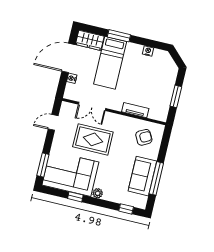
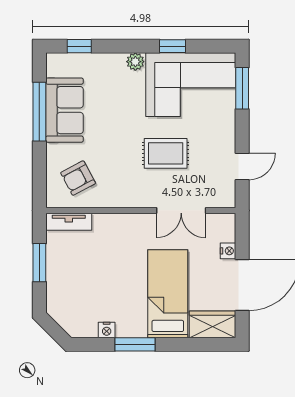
window: (119, 36) -> (135, 344), moved
double door: (92, 106) -> (181, 210), swing flipped
tv unit: (135, 110) -> (69, 222), moved
rug: (93, 139) -> (166, 153), width x0.73, depth x0.70

